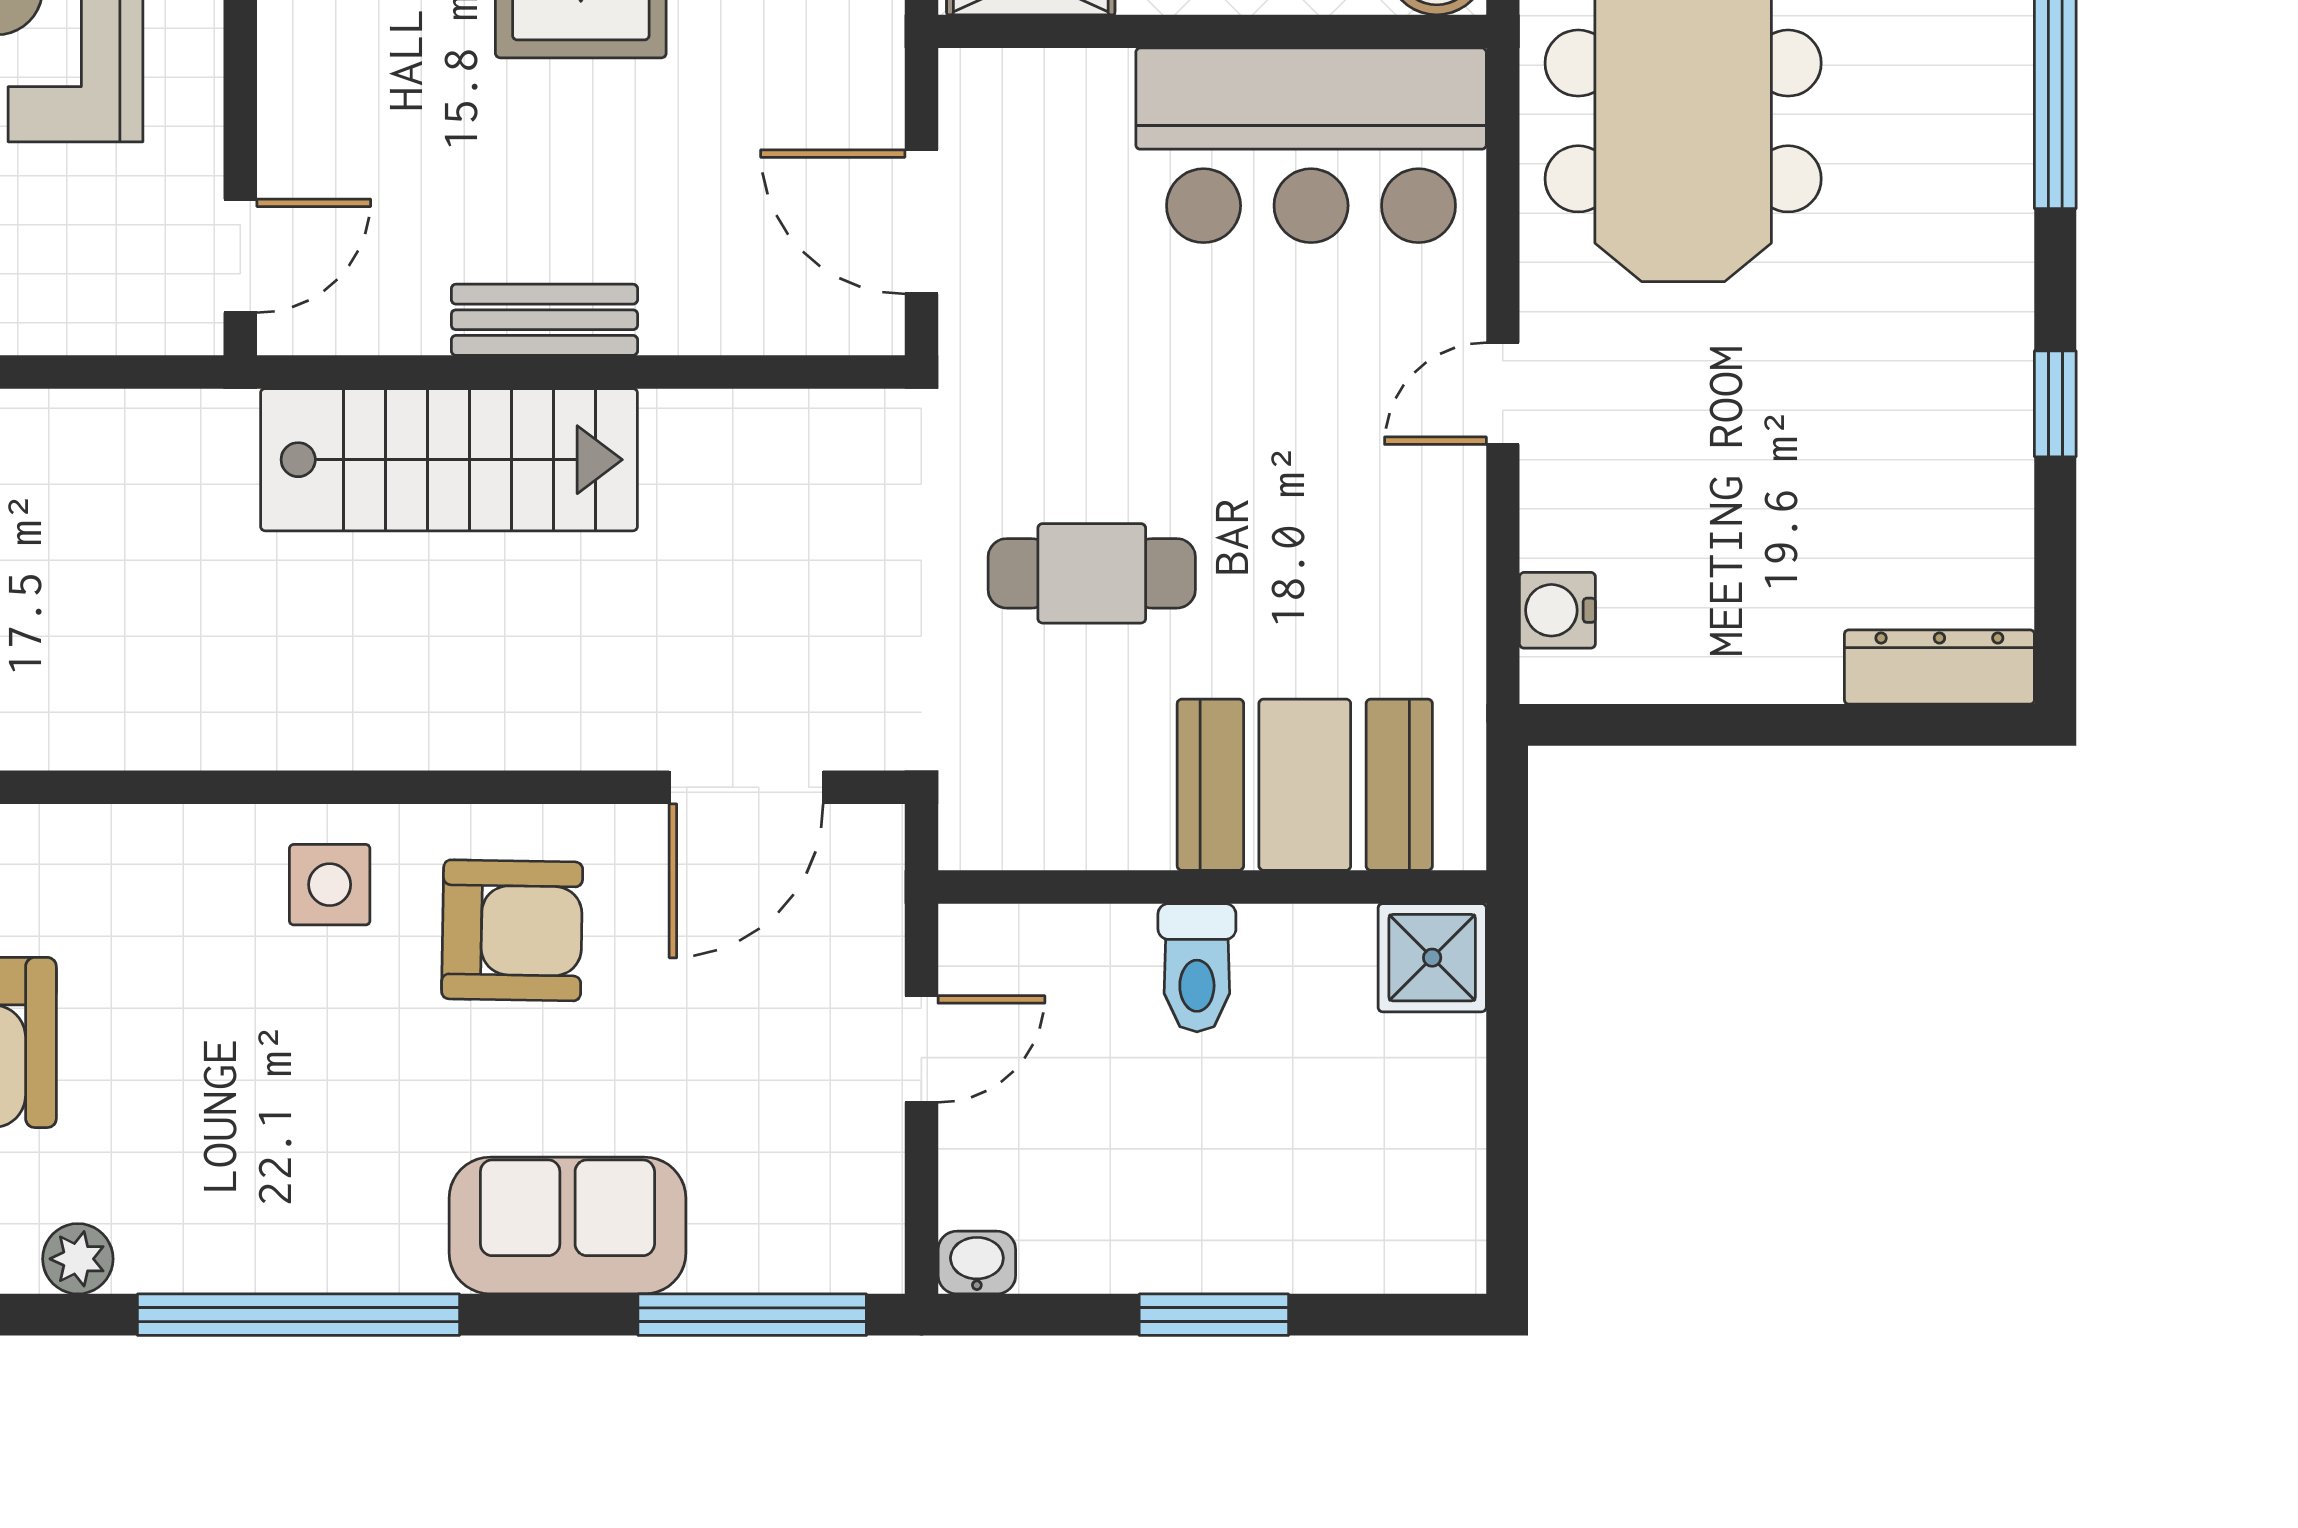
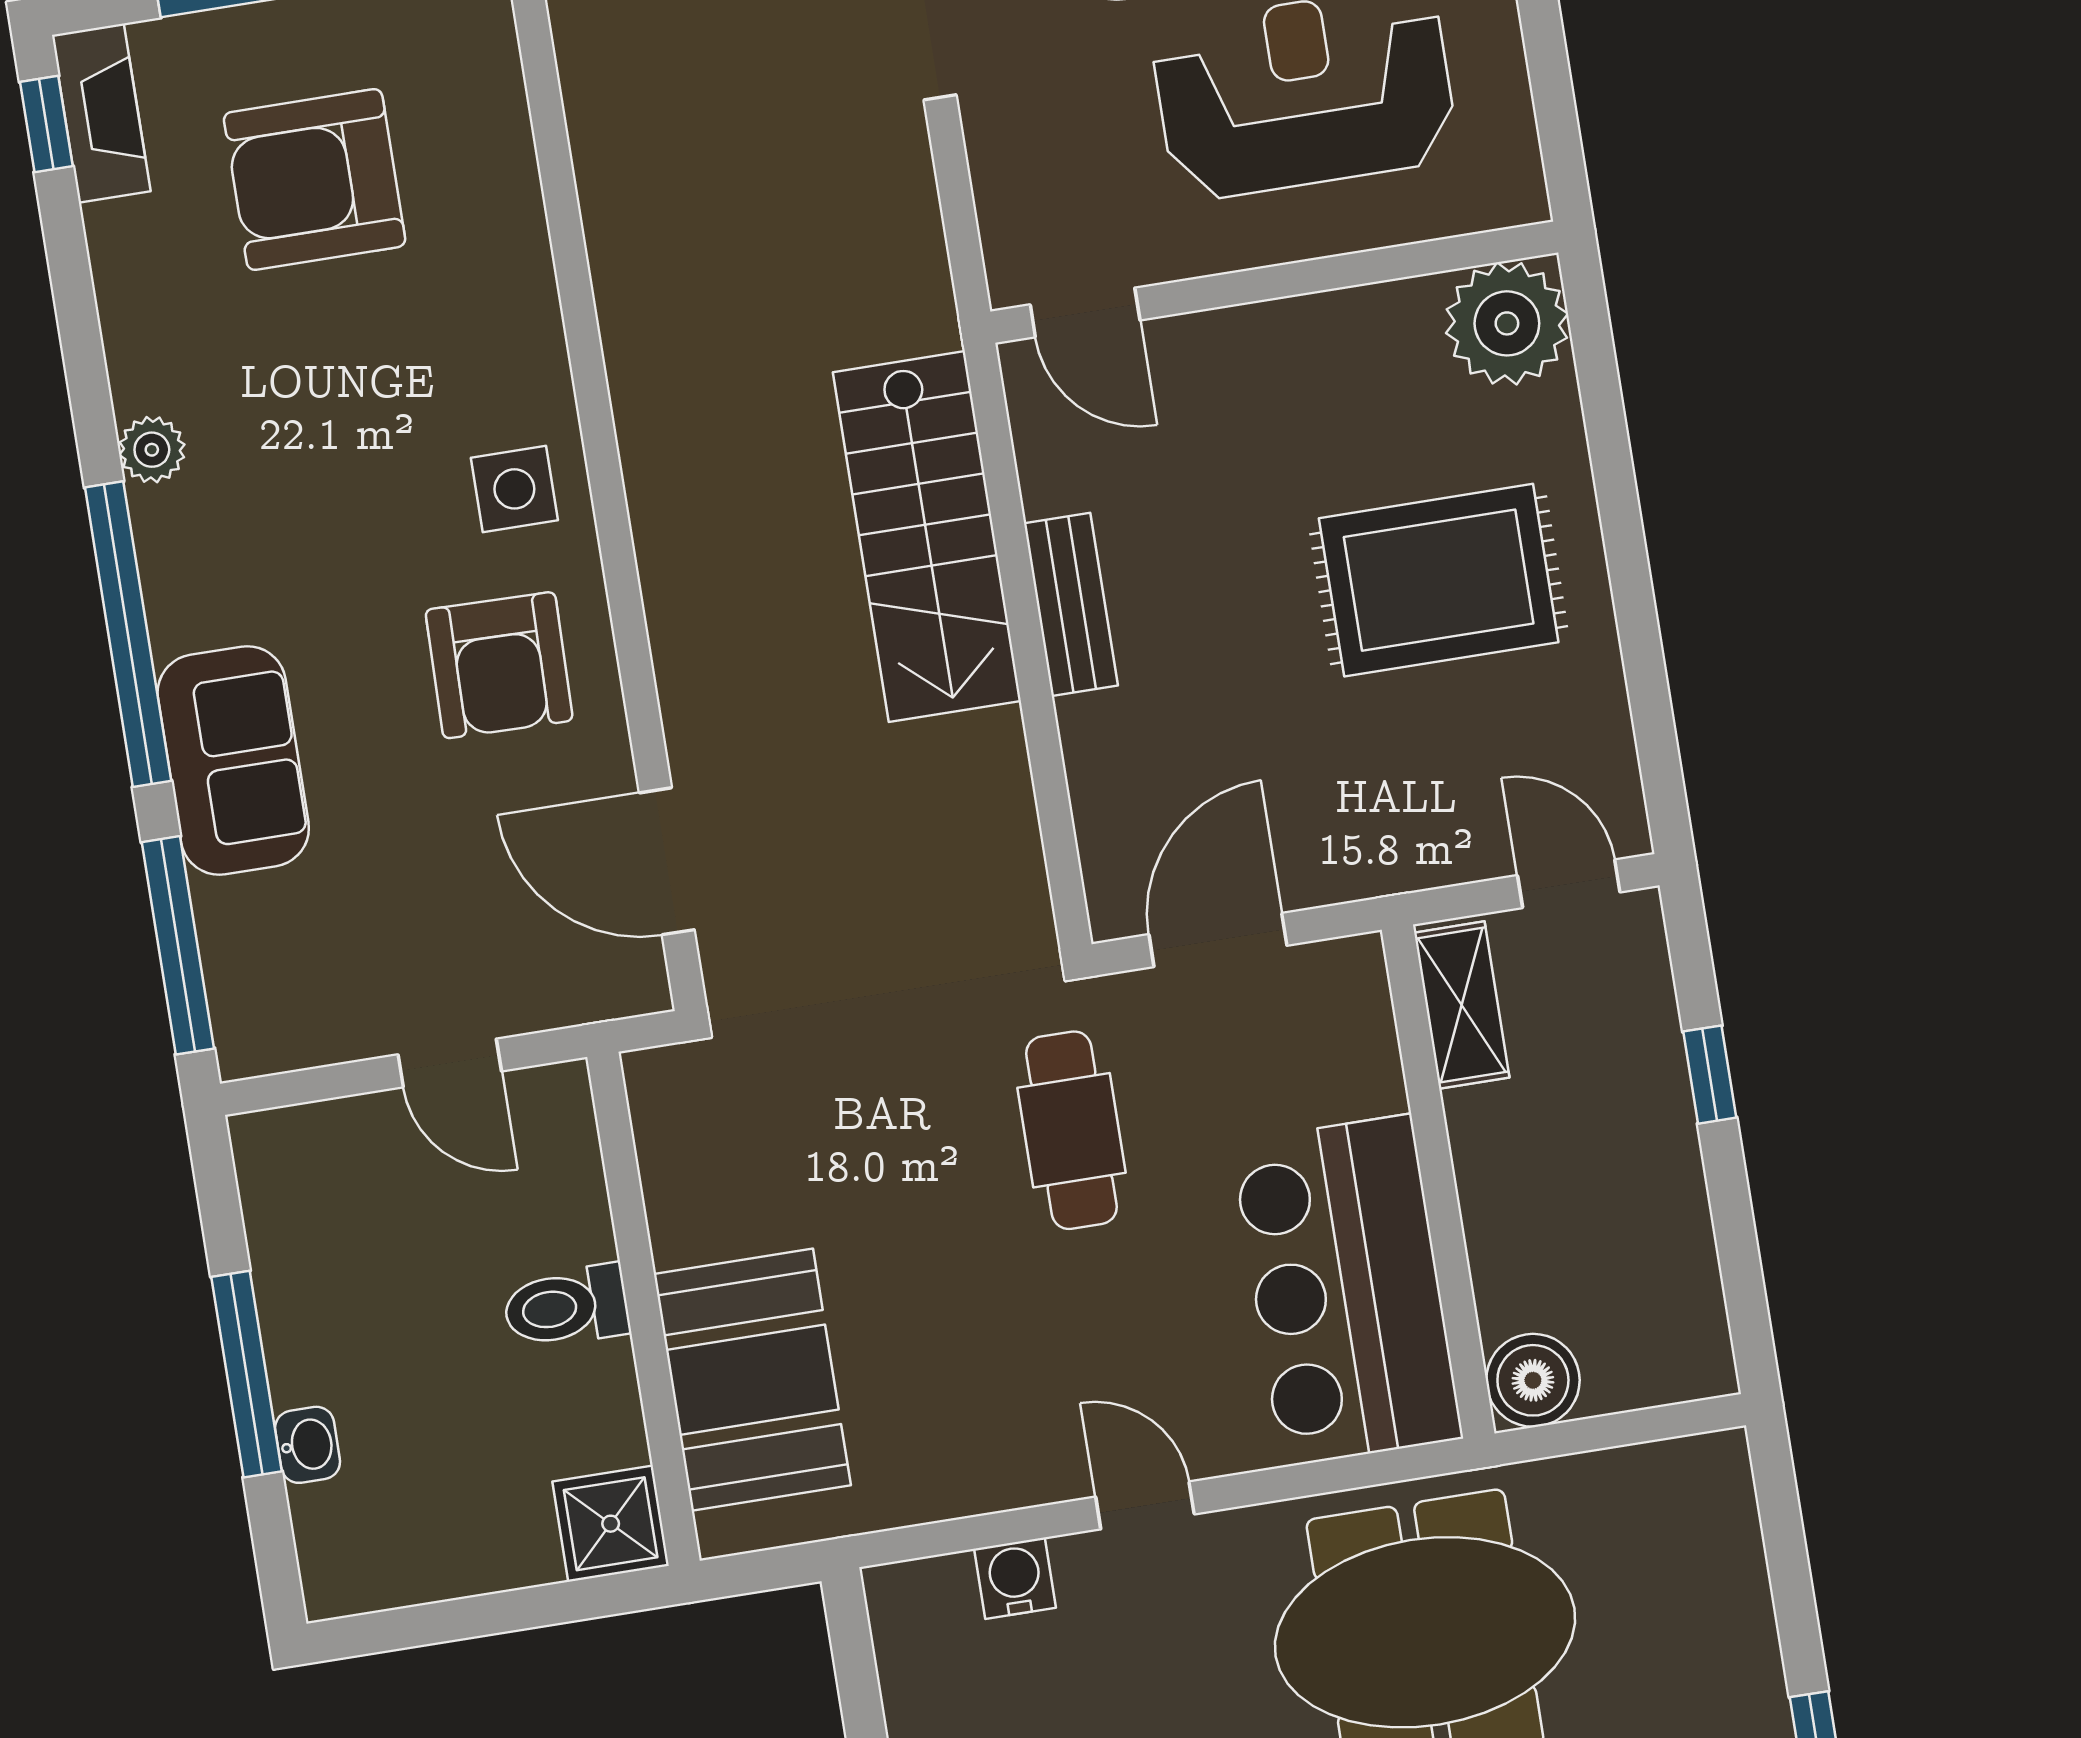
cafe table: (1092, 573) -> (1072, 1130), moved
water cooler: (1557, 610) -> (1015, 1578), moved
plant: (78, 1259) -> (152, 450), moved
washbasin: (977, 1263) -> (308, 1445), moved
window: (298, 1315) -> (128, 634), moved
window: (1214, 1315) -> (247, 1374), width x1.44

